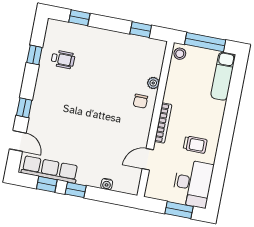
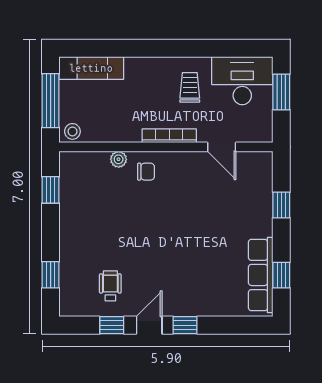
door: (18, 141) -> (149, 325), moved
water cooler: (107, 184) -> (265, 195), removed
window: (76, 190) -> (281, 205), moved

